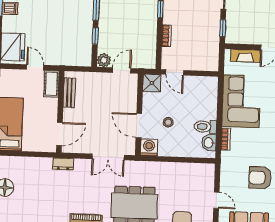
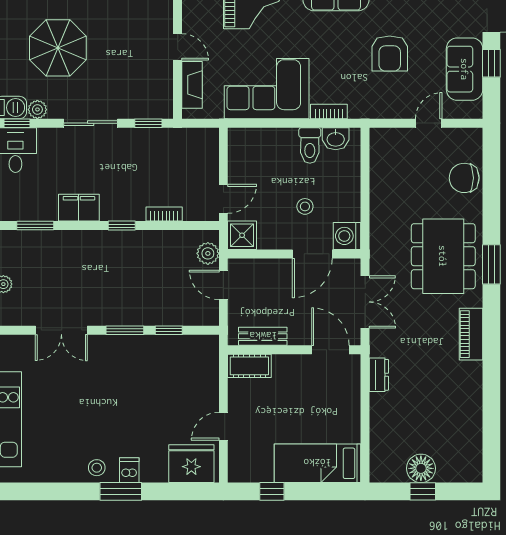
plant: (104, 60) -> (208, 253), moved
cot: (51, 84) -> (249, 366), moved
bench: (69, 93) -> (263, 336), moved
wall: (60, 112) -> (294, 350), moved
door: (59, 134) -> (330, 350), moved

